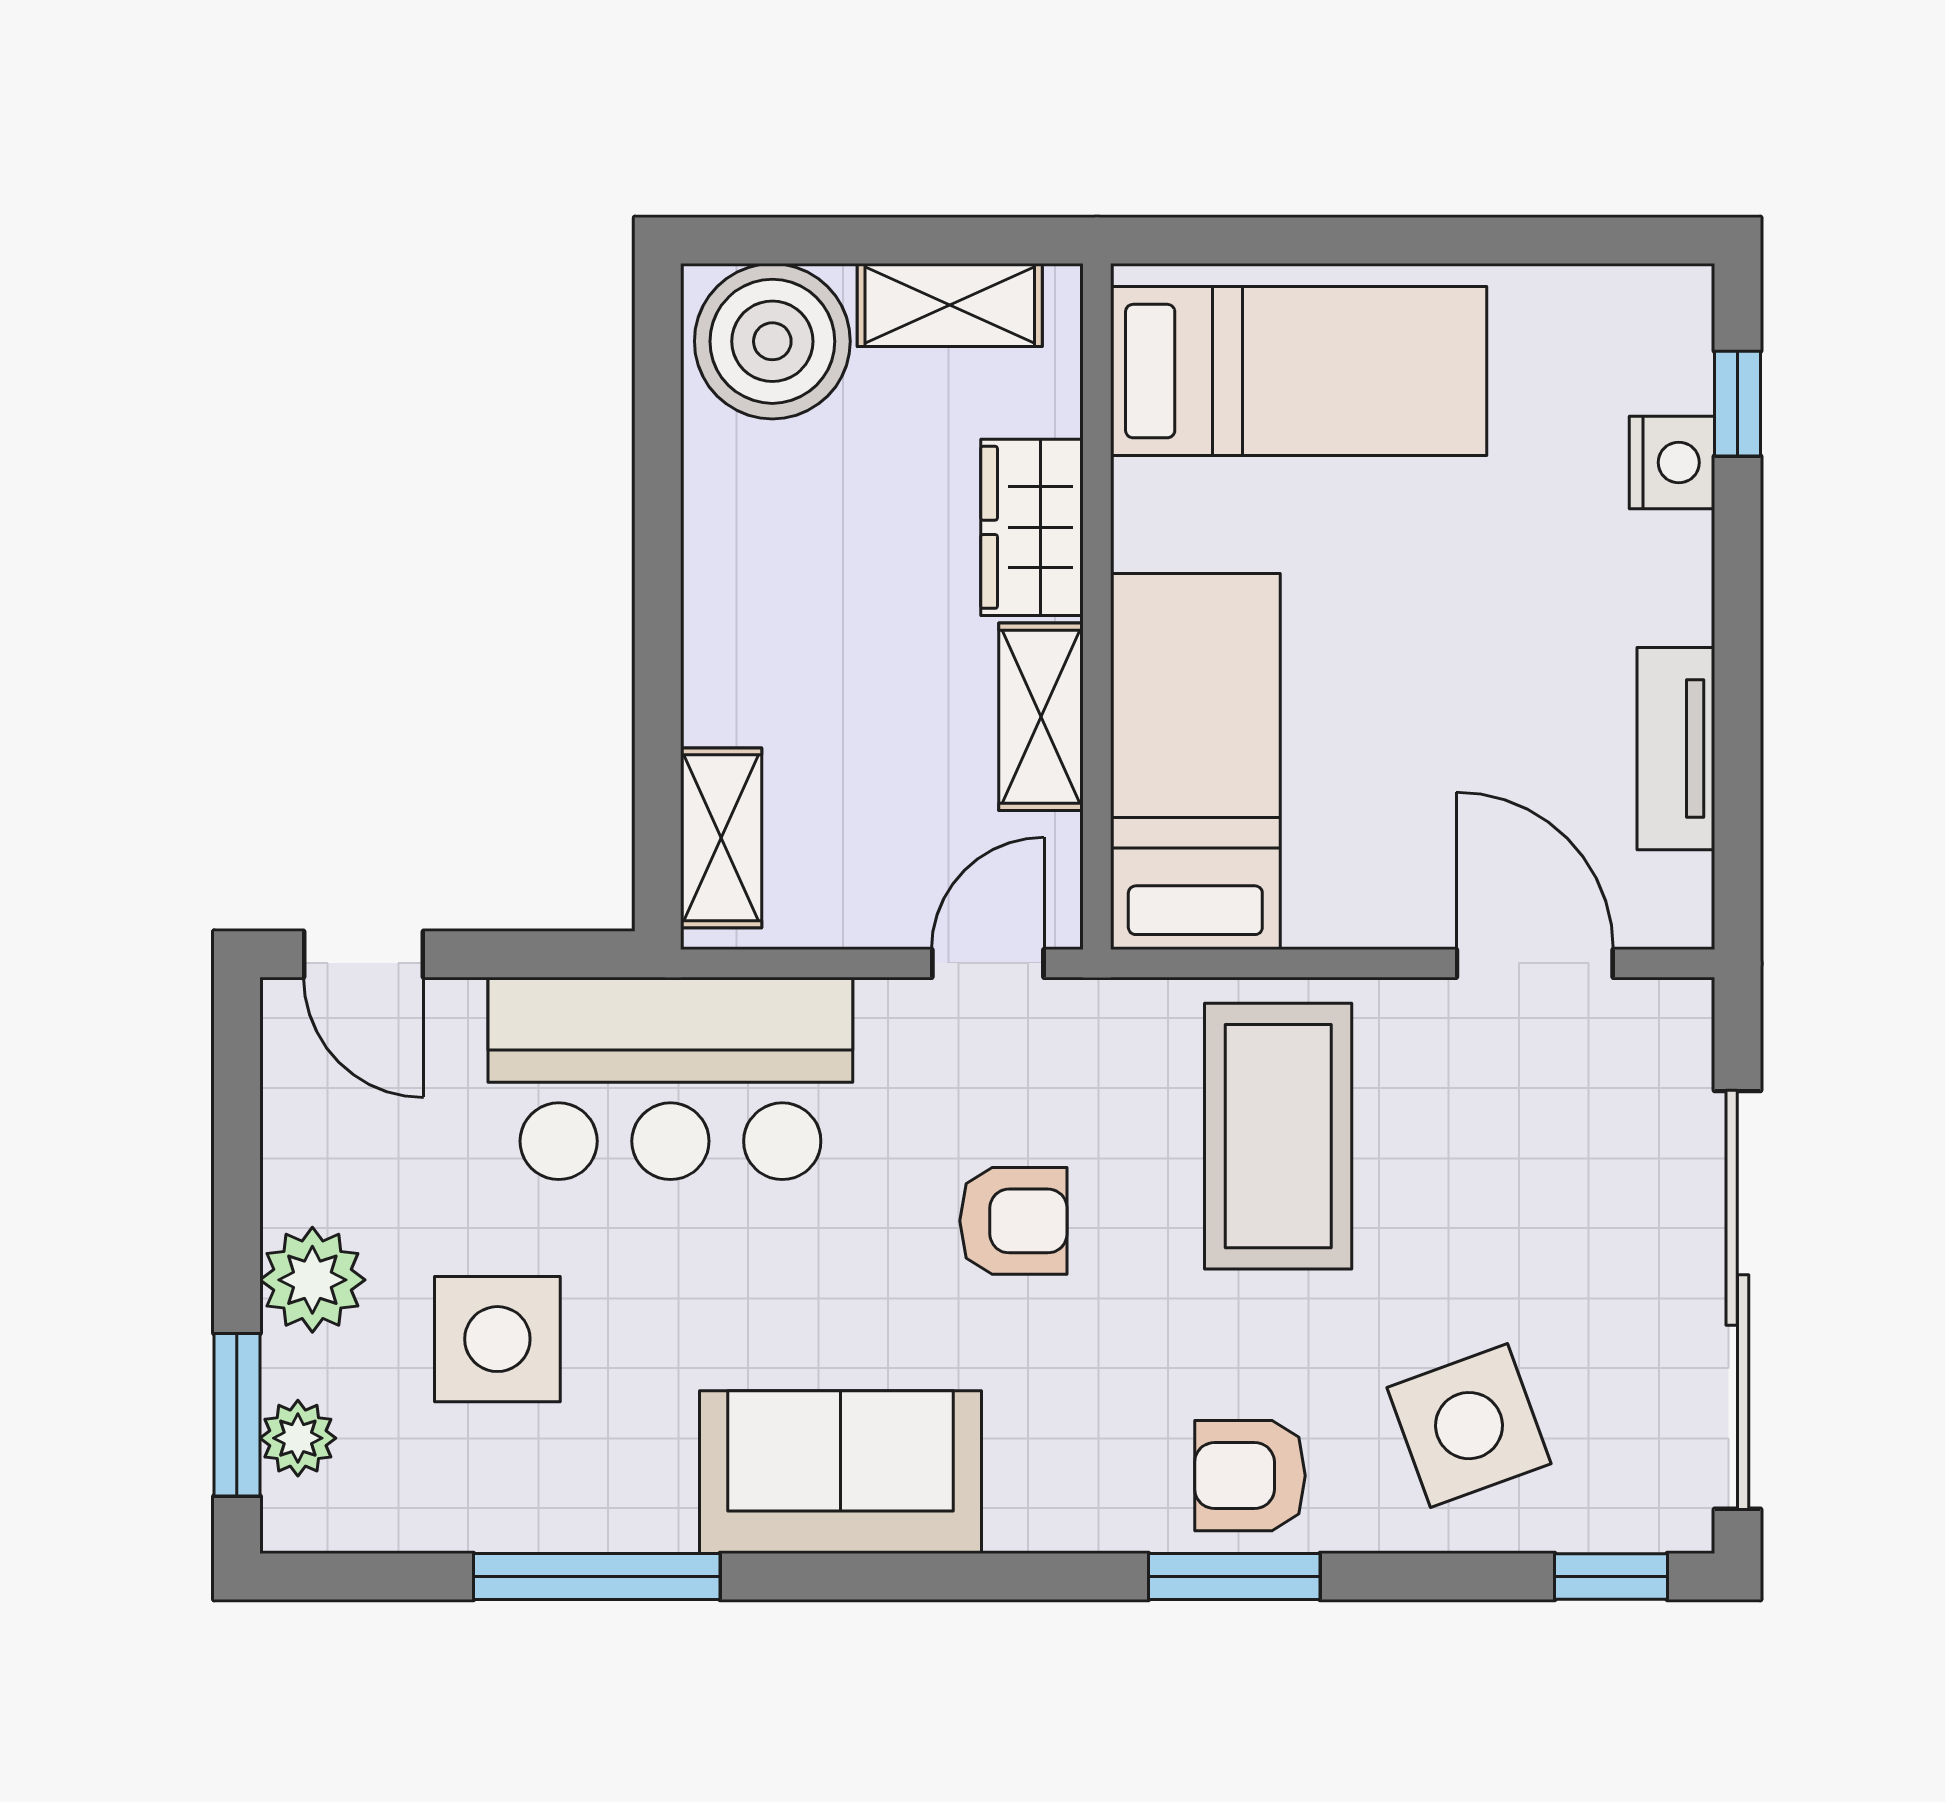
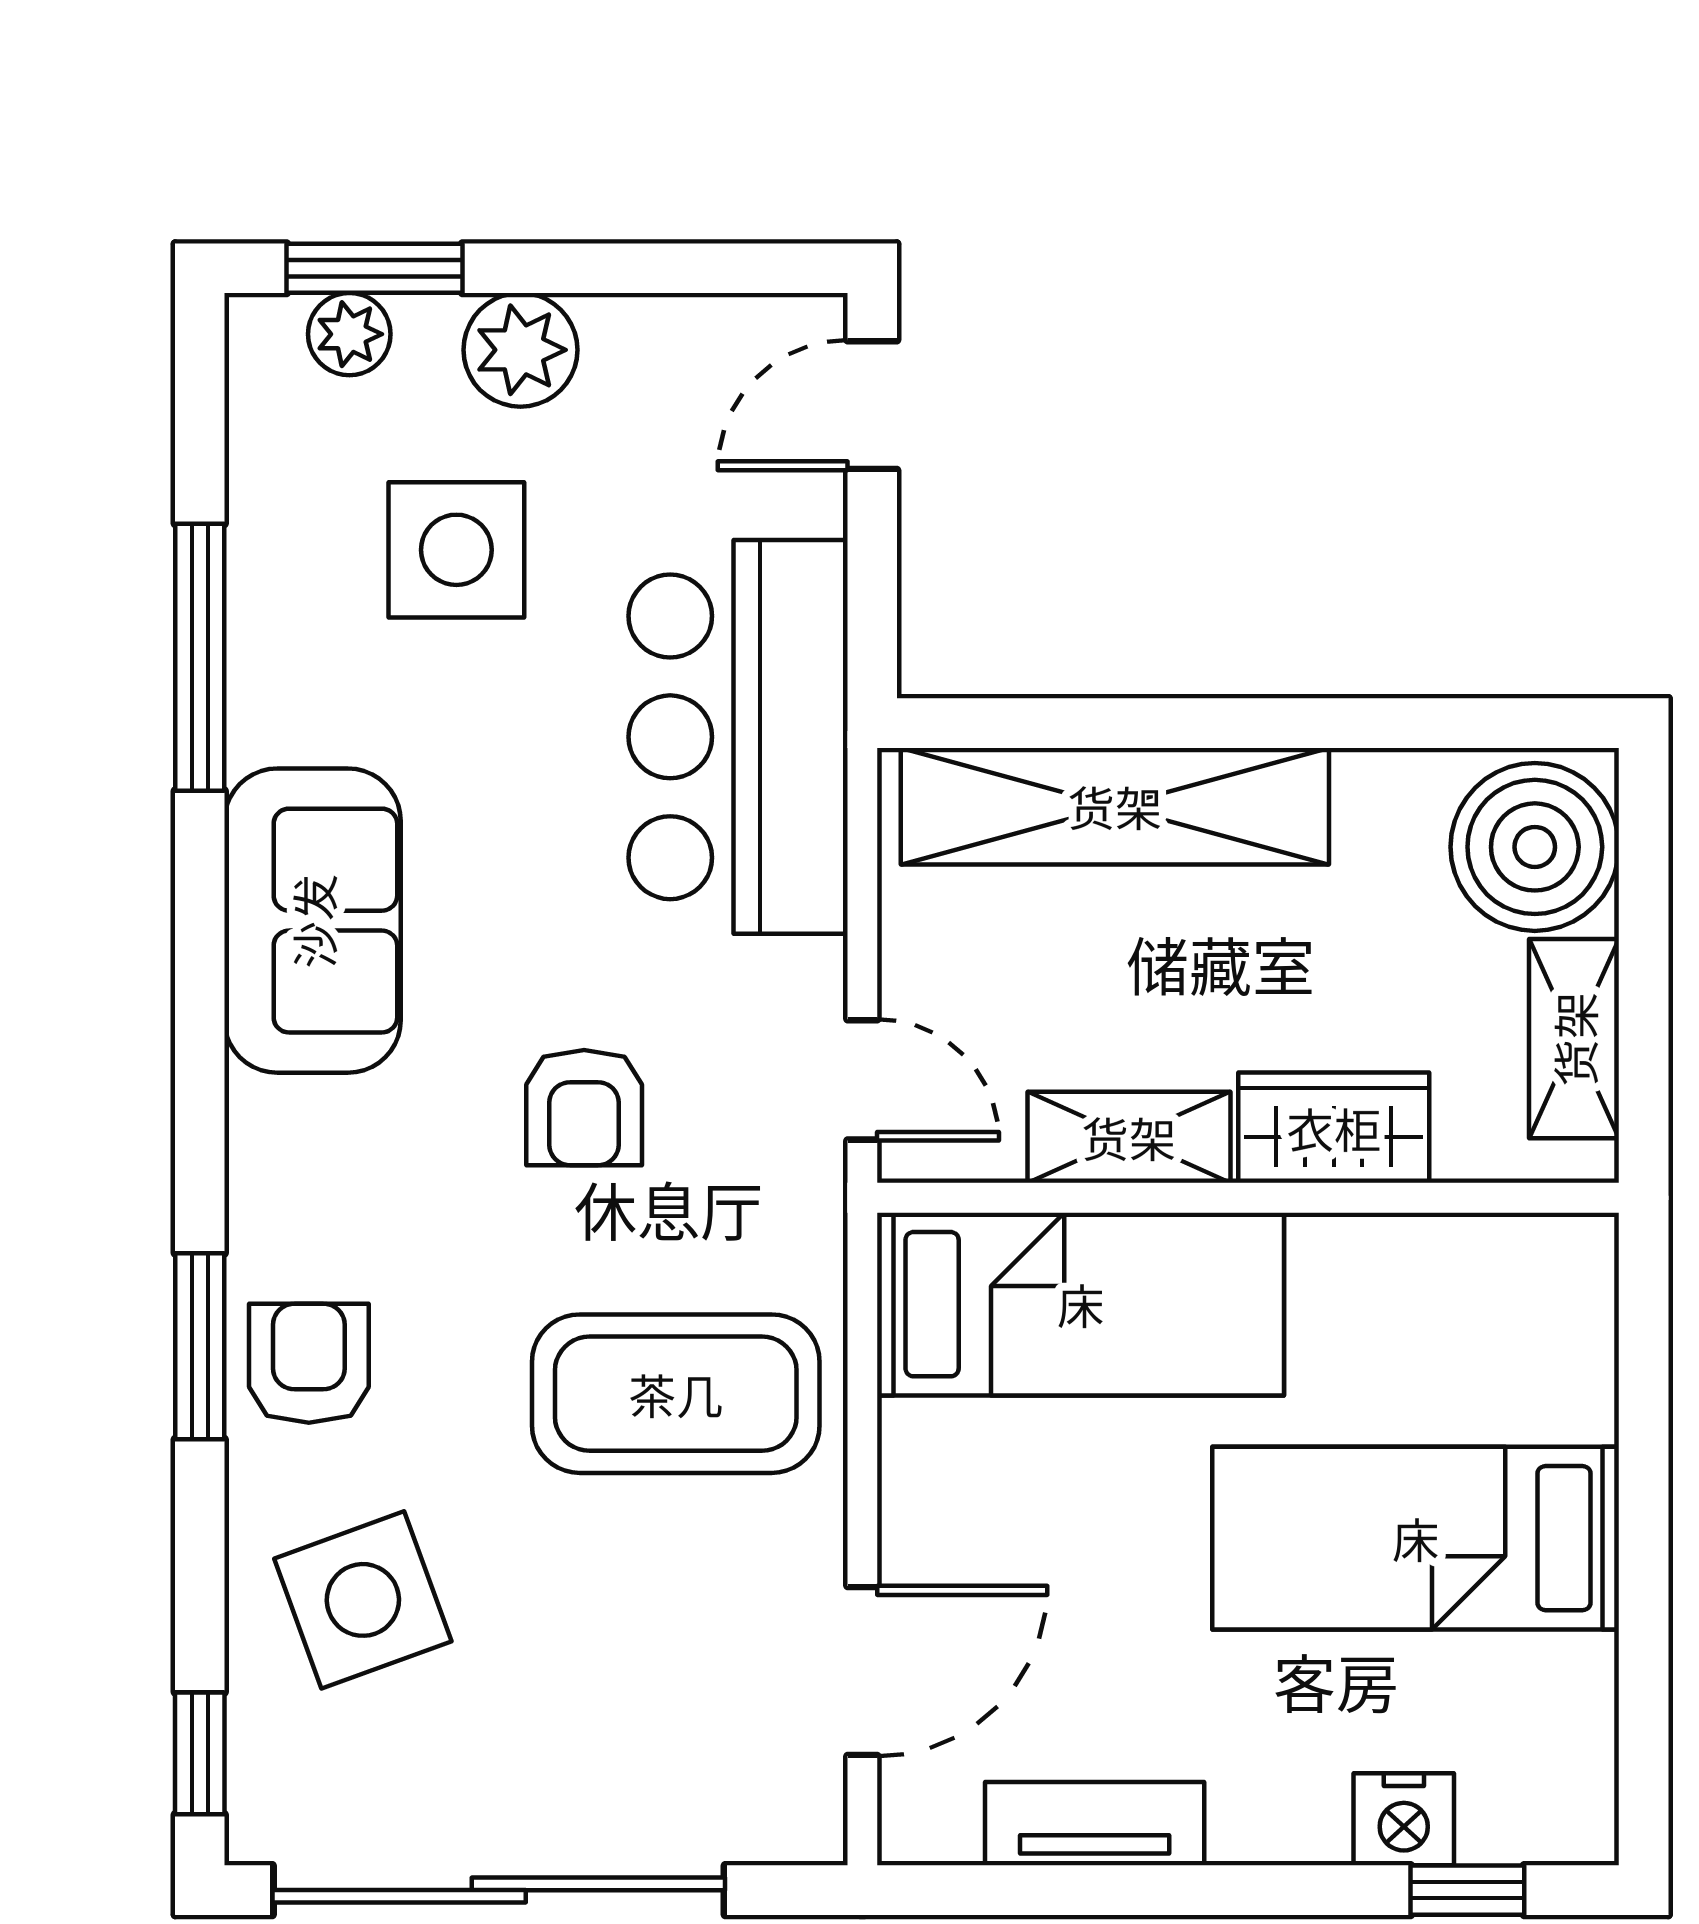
bed: (1299, 371) -> (1416, 1538), moved, turned 90
shelving: (721, 838) -> (1115, 806), width x2.20, depth x1.33

